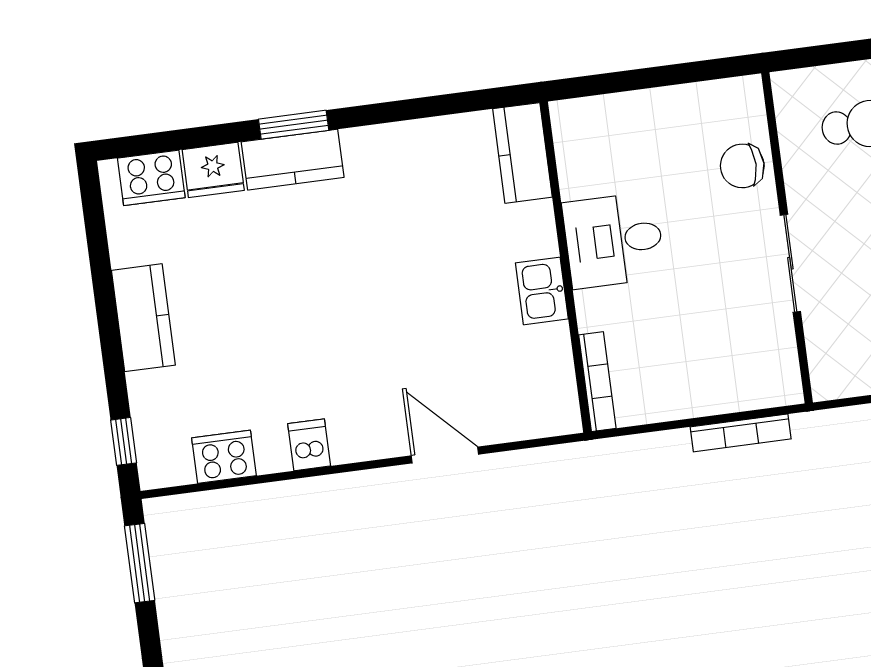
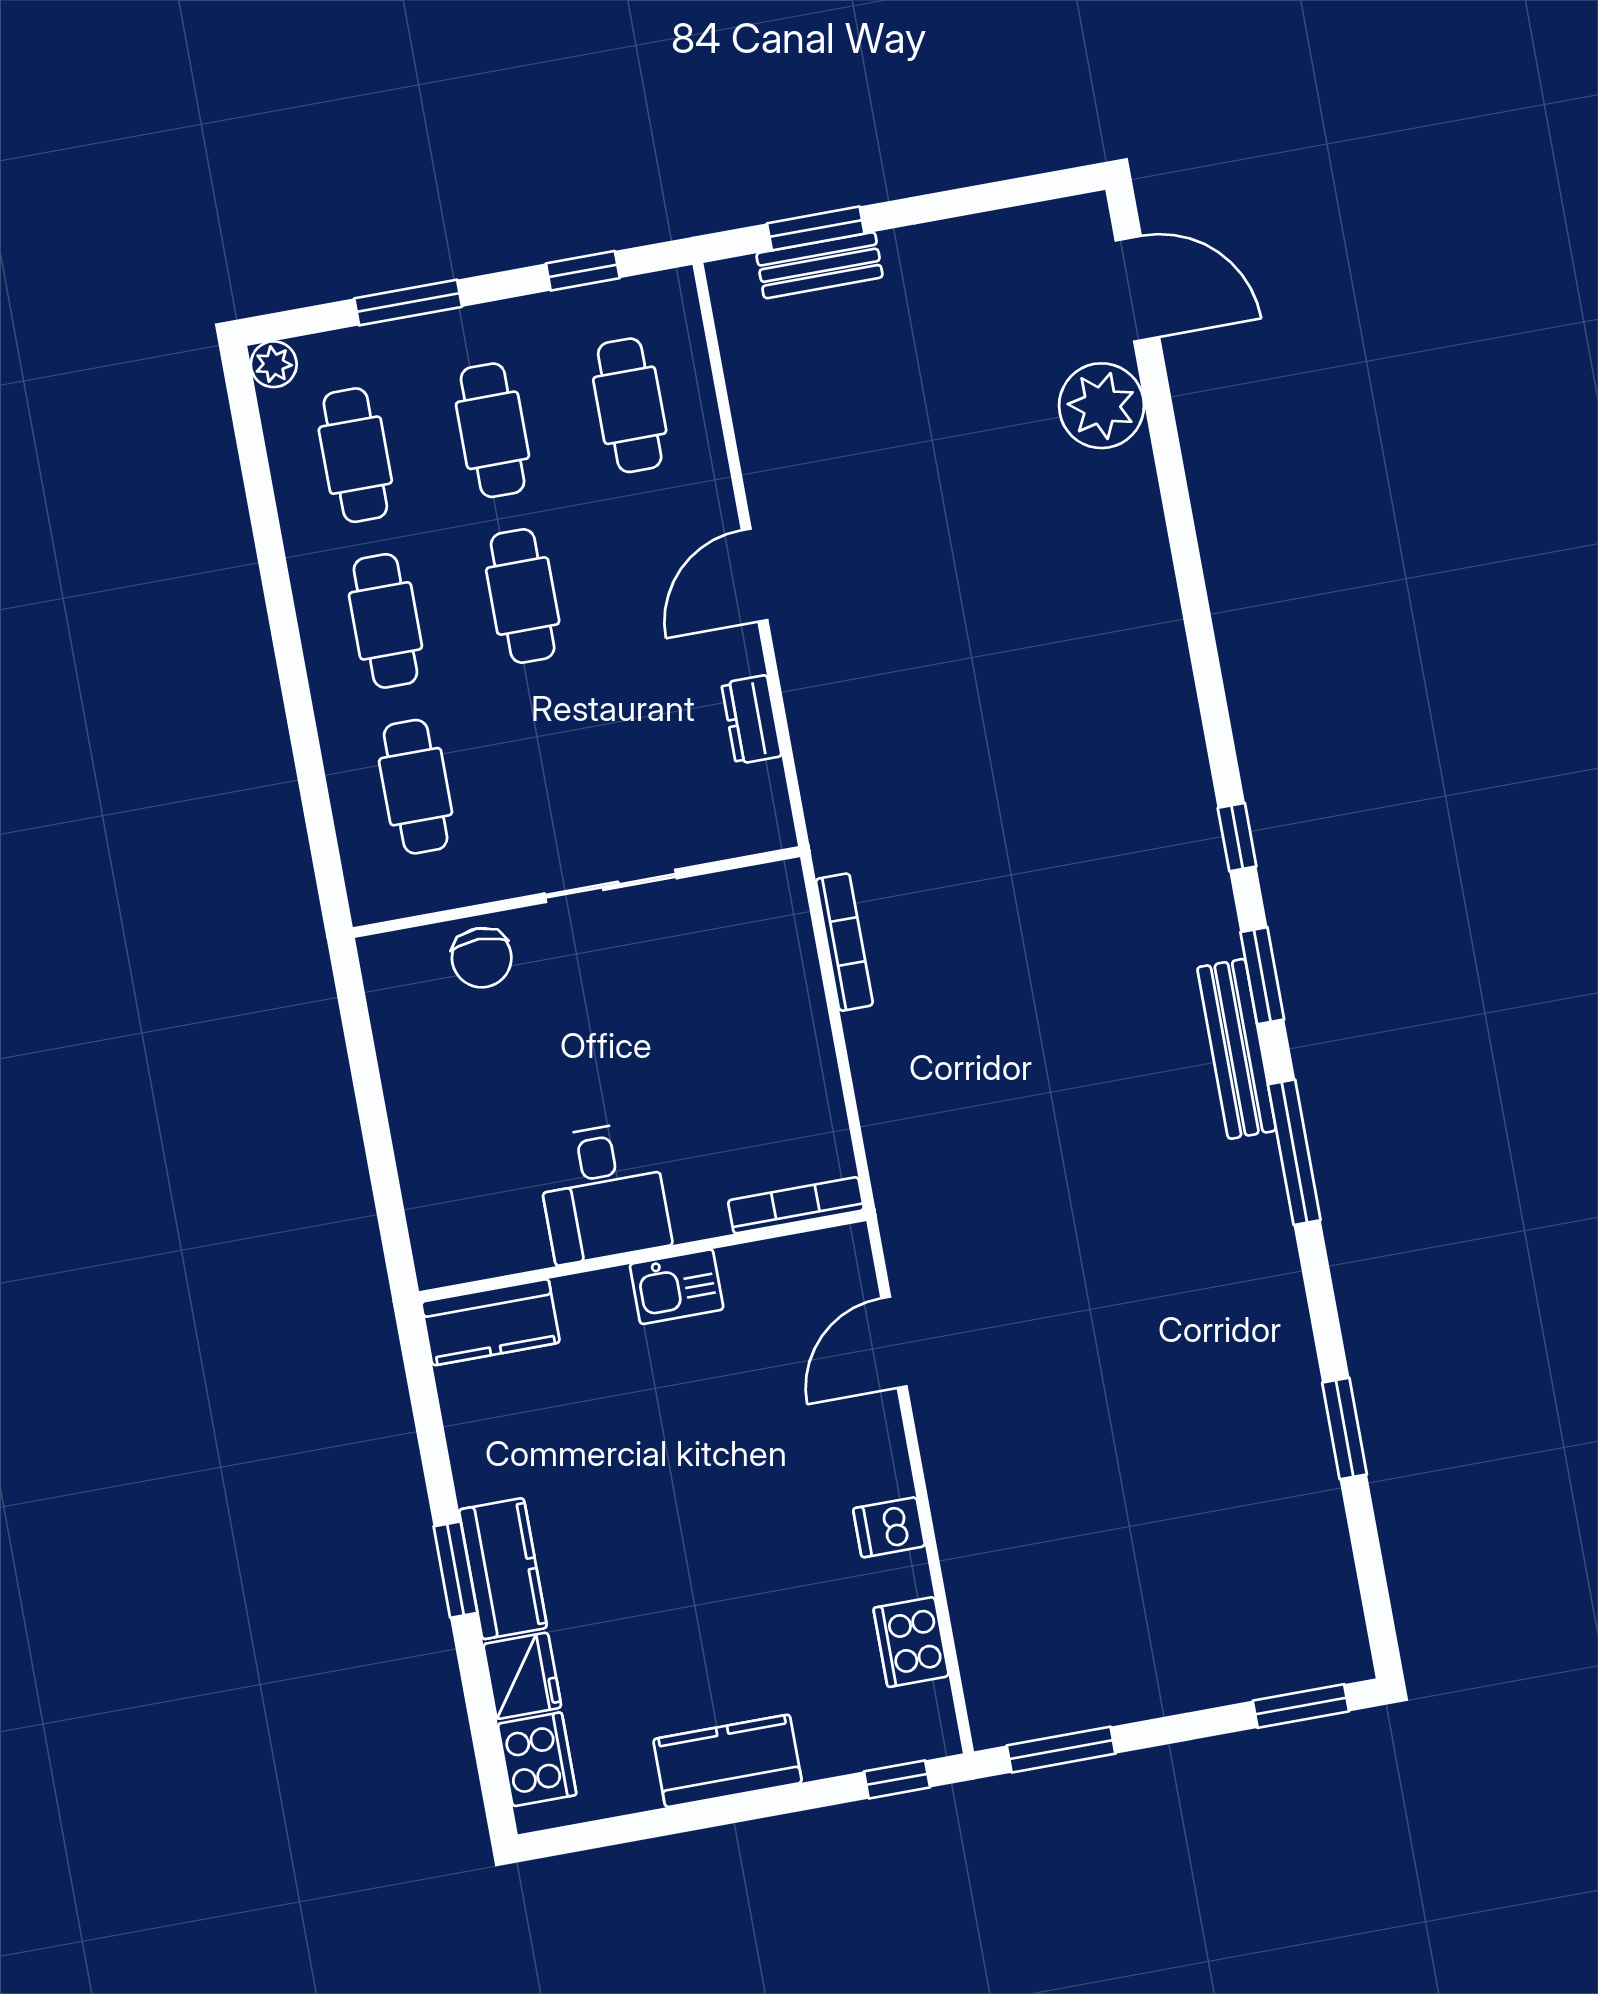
kitchen counter: (522, 153) -> (490, 1322), moved
desk: (614, 240) -> (603, 1192), moved
wall: (566, 267) -> (643, 1256), moved
kitchen sink: (542, 291) -> (677, 1287), moved
bookcase: (597, 382) -> (796, 1205), moved

